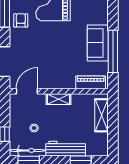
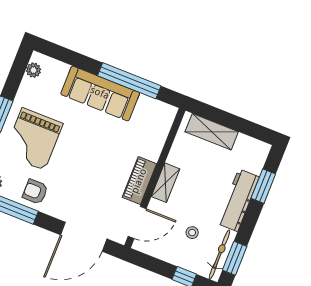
sofa: (98, 43) -> (100, 93), width x1.36
piano: (91, 82) -> (139, 181), moved
door: (27, 91) -> (137, 222), swing flipped

